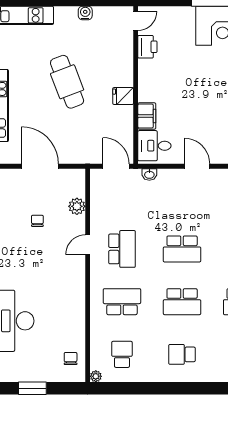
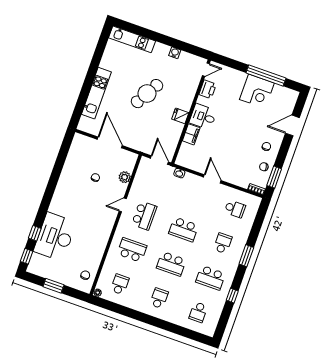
cafe table: (67, 82) -> (147, 94), turned 51
desk: (154, 146) -> (203, 117), moved
school desk: (182, 354) -> (159, 298), turned 90

